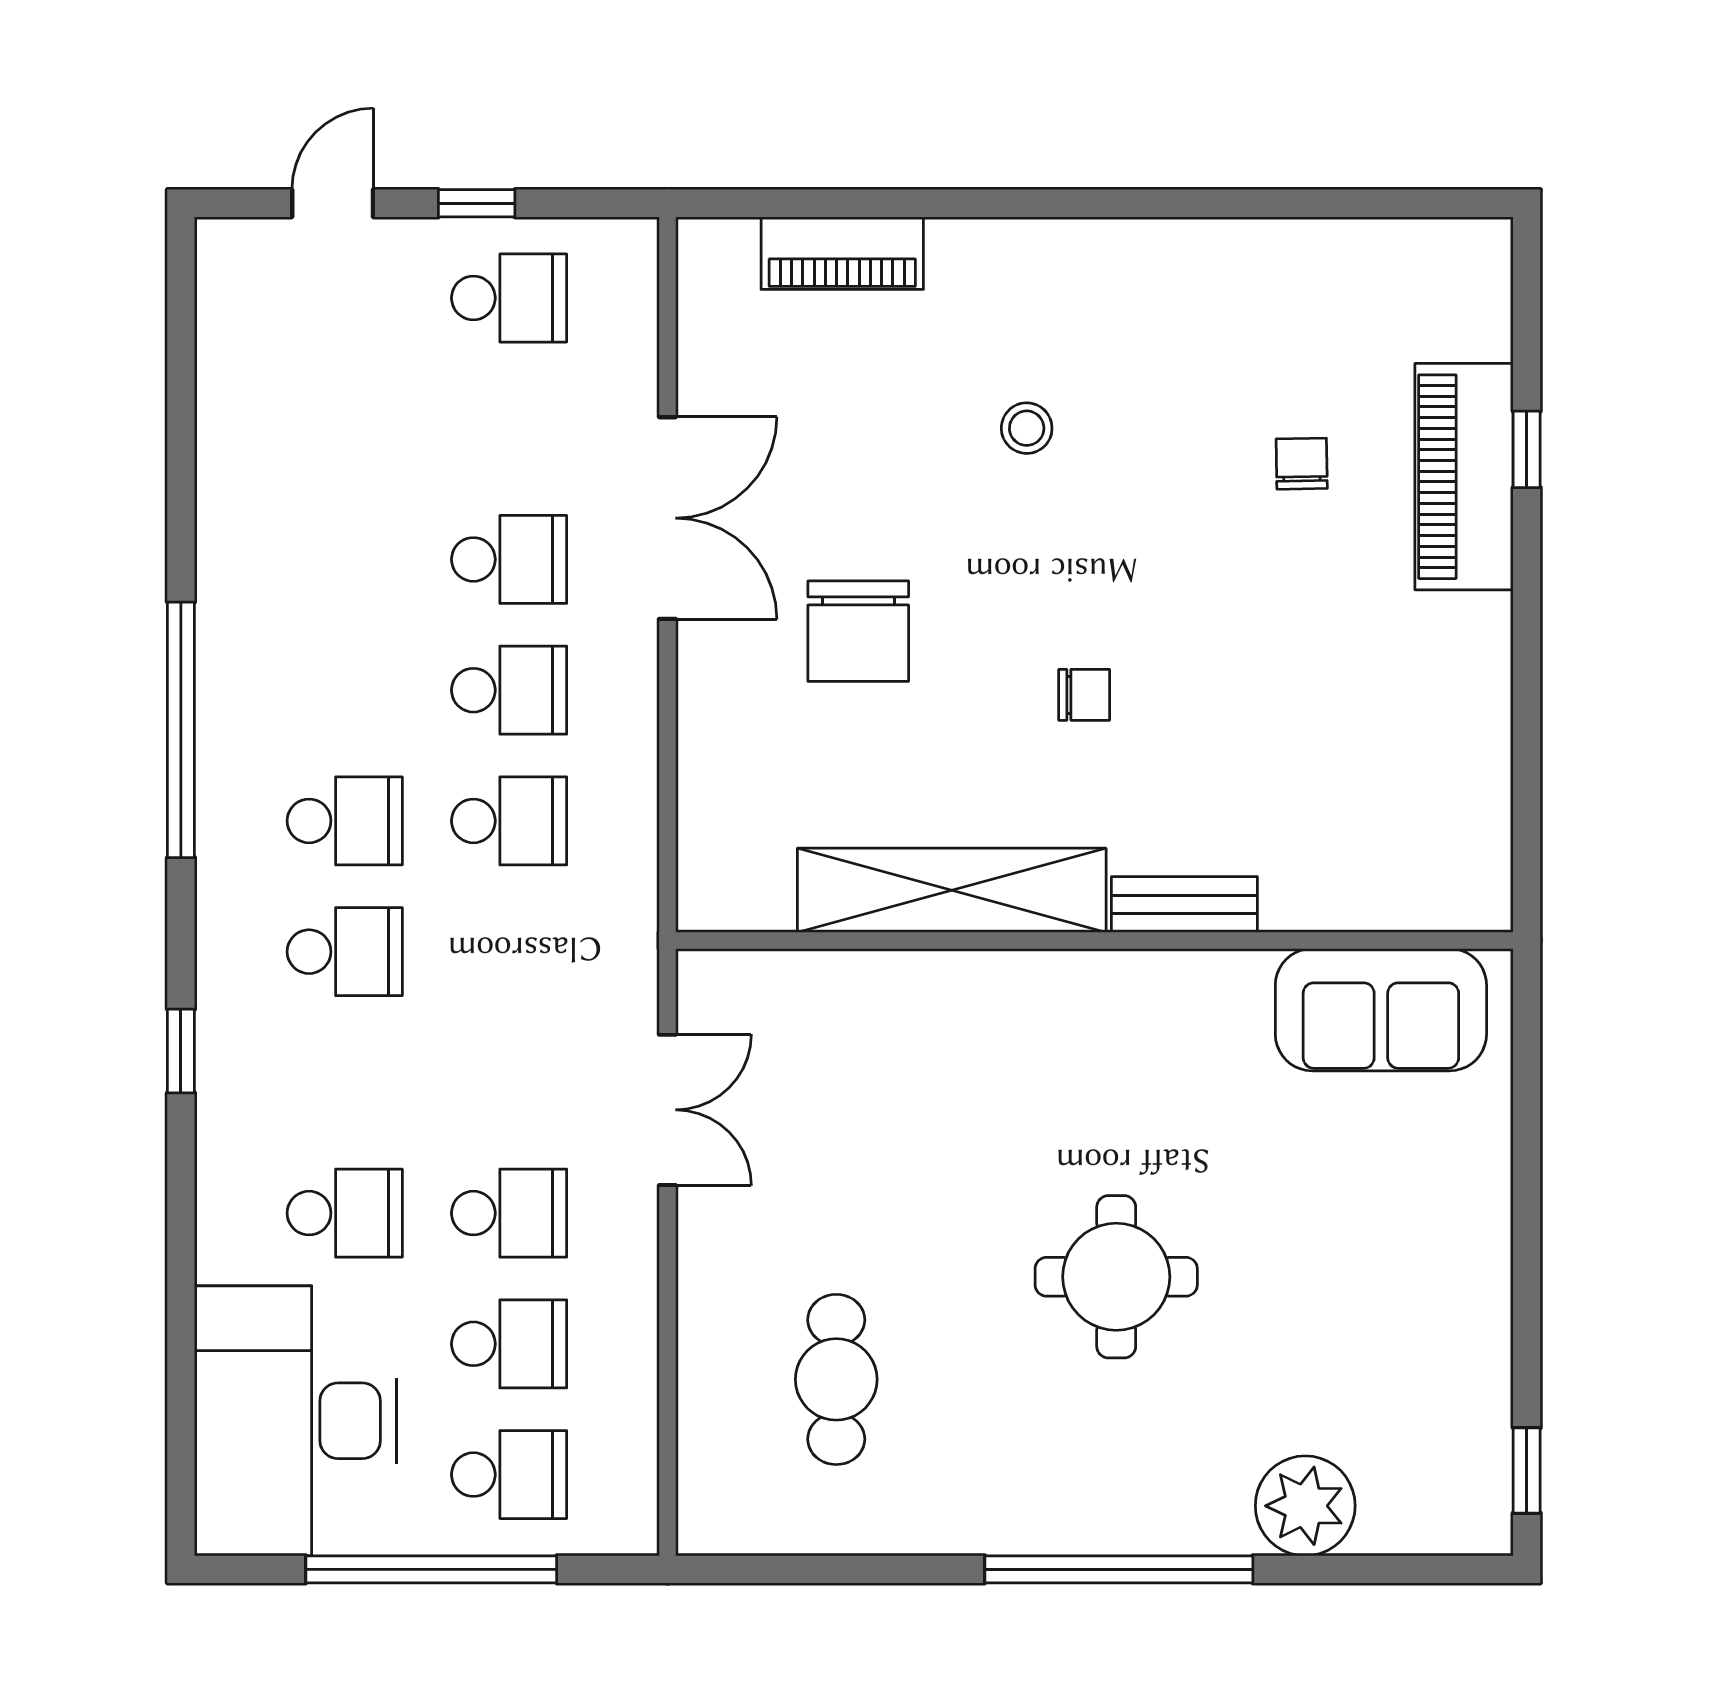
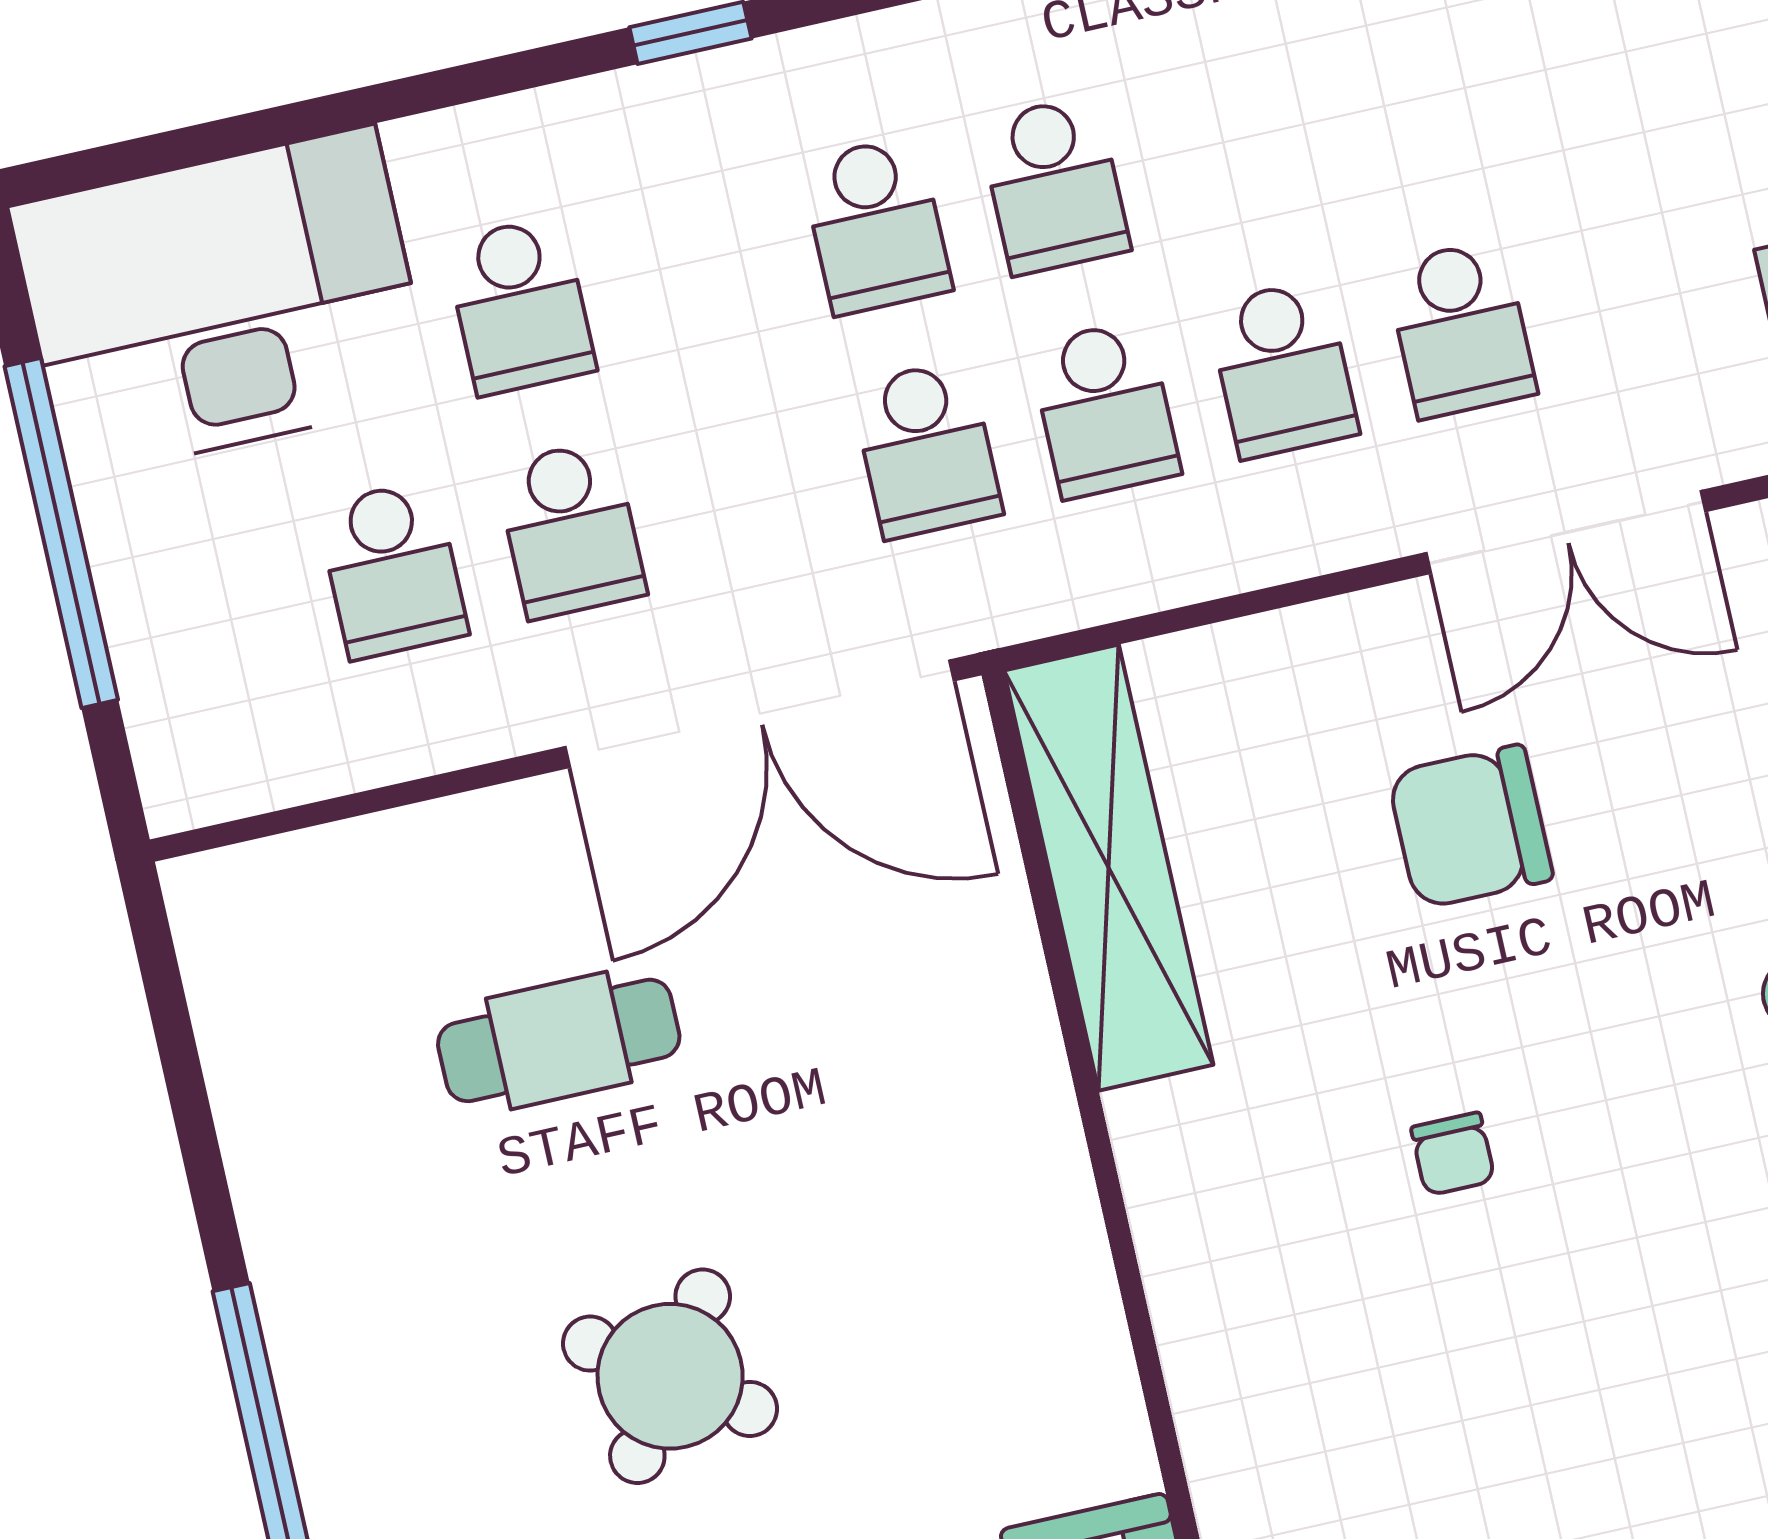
shelving: (952, 890) -> (1109, 868), moved
bench: (1184, 904) -> (1198, 1355), removed
double door: (667, 1110) -> (760, 714), width x1.87
round table: (1116, 1277) -> (670, 1376), turned 35
cafe table: (836, 1379) -> (559, 1040), moved
school desk: (509, 1475) -> (927, 449), moved

